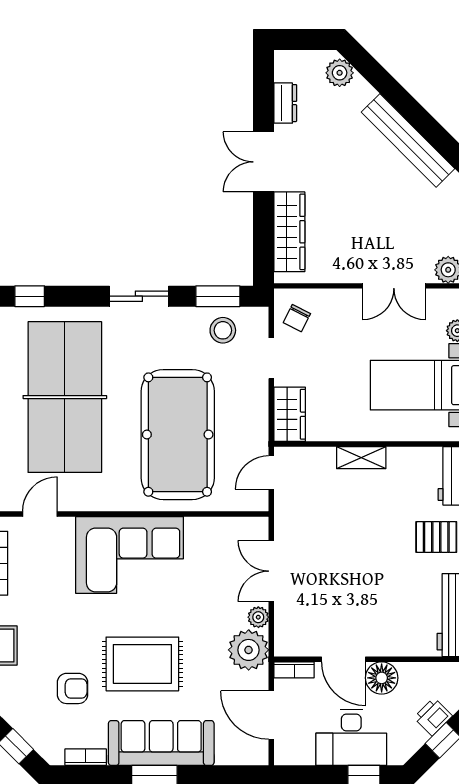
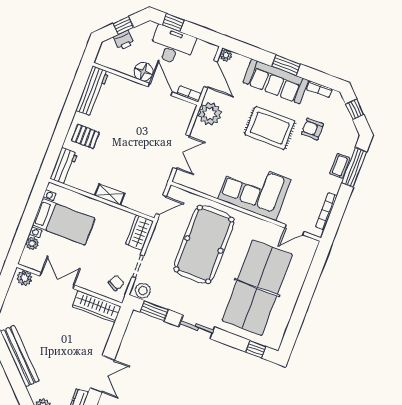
wardrobe: (289, 232) -> (97, 307), moved, turned -90
stool: (223, 330) -> (143, 291), moved
plant: (258, 617) -> (226, 55), moved

